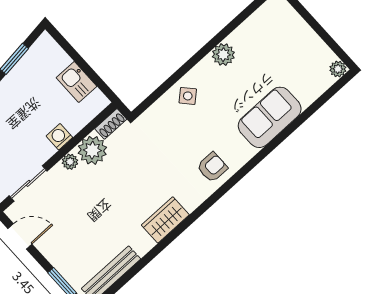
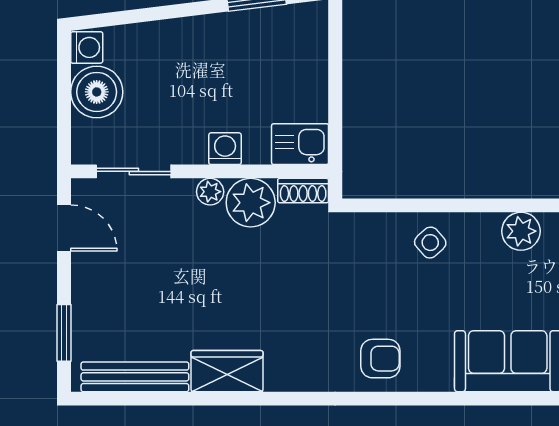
kitchen sink: (77, 82) -> (300, 144), moved, turned 90
wardrobe: (165, 220) -> (227, 371), moved

